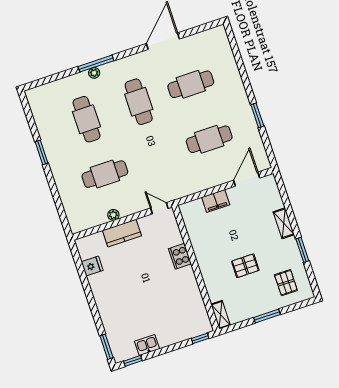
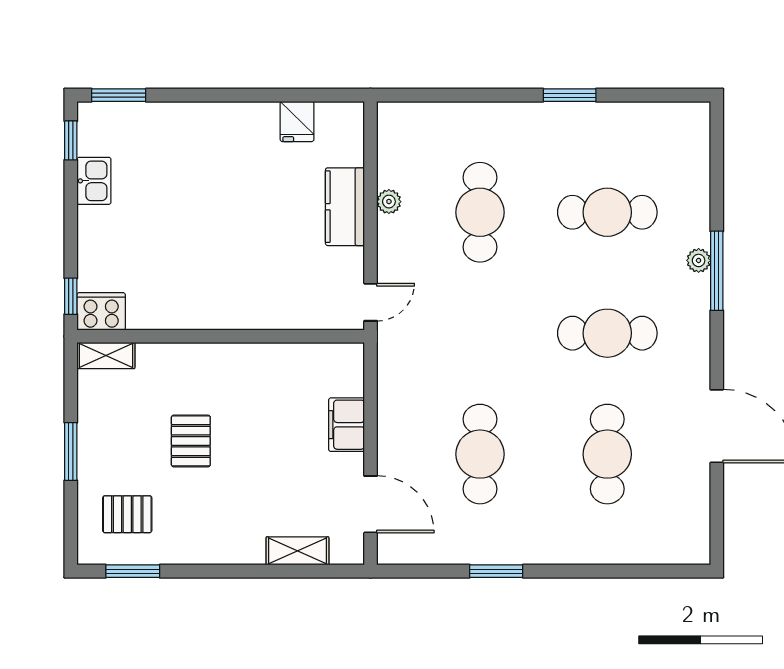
shelving: (284, 223) -> (297, 551), moved
window: (302, 250) -> (133, 571), moved
cooker: (180, 256) -> (101, 311), moved

